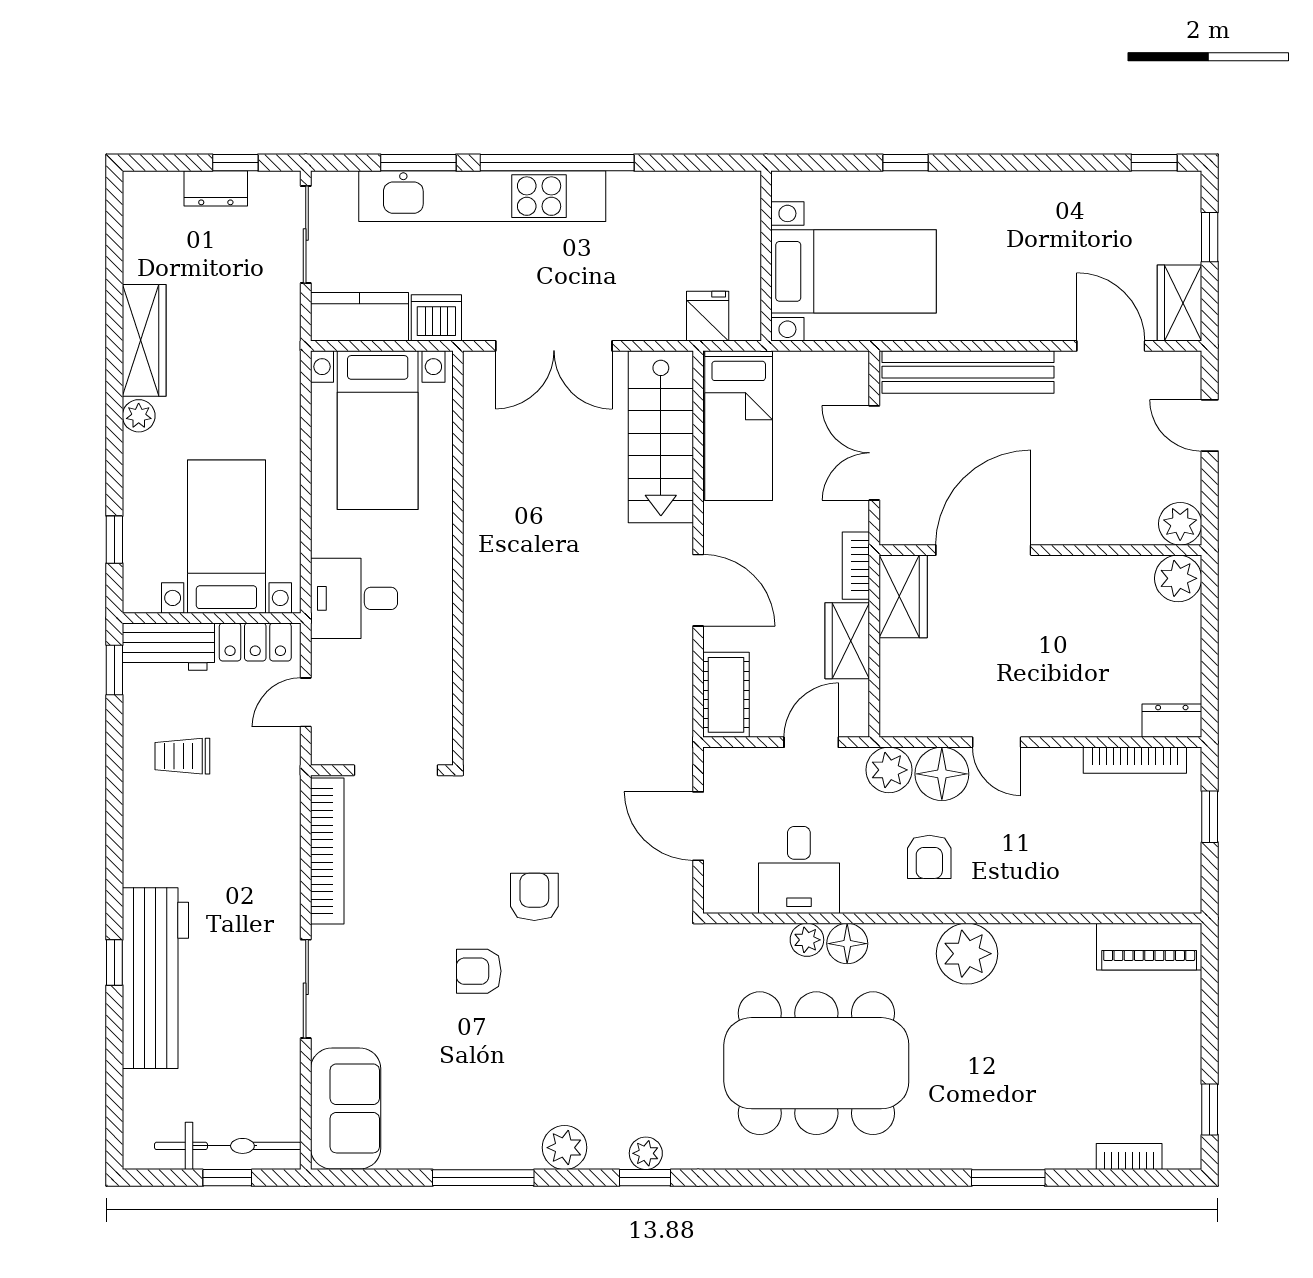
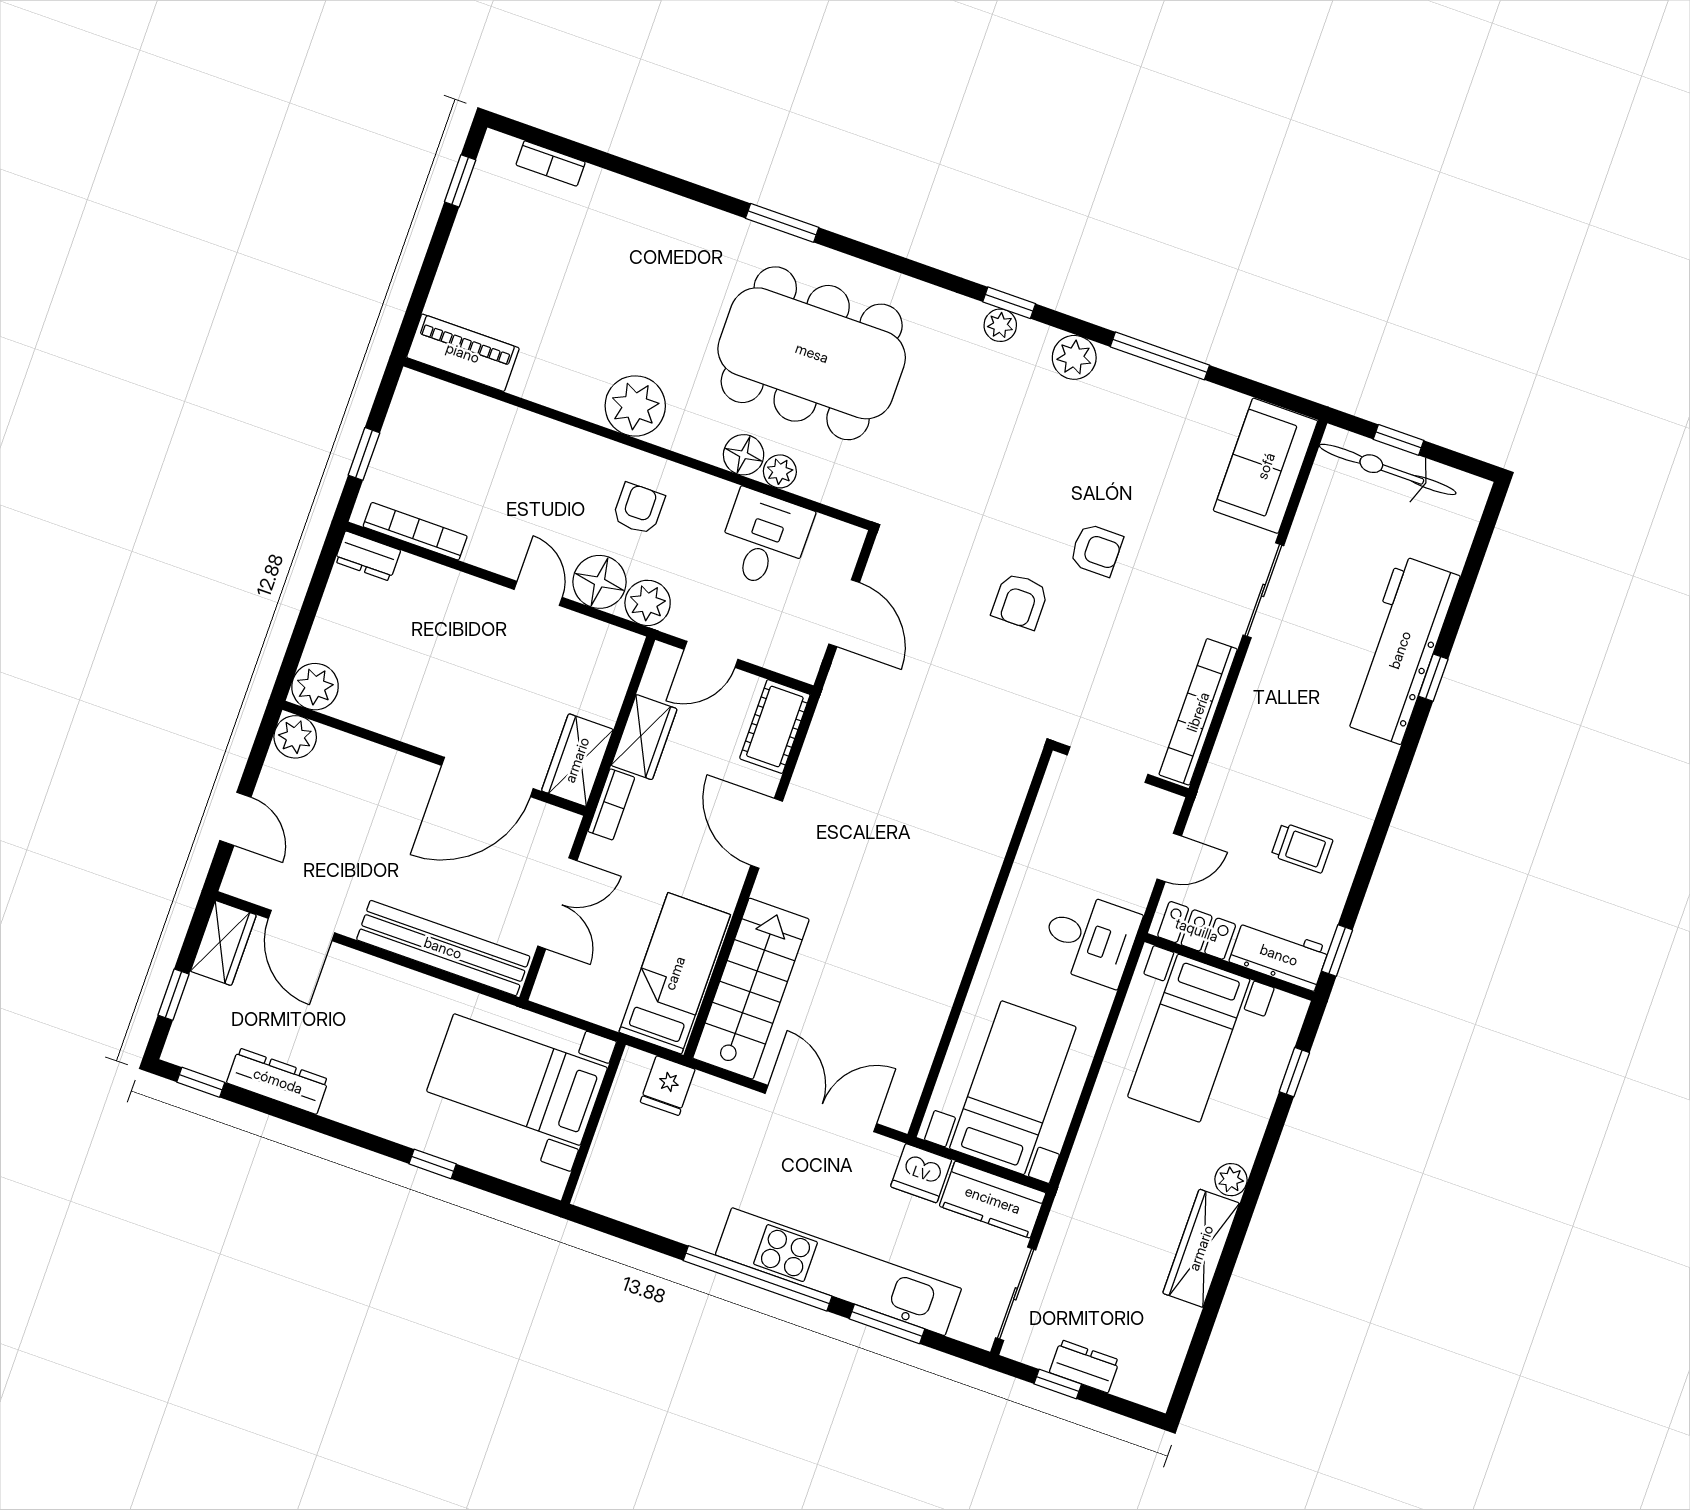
dresser: (1081, 190) -> (278, 1081), added
window: (1008, 1178) -> (782, 223), moved

